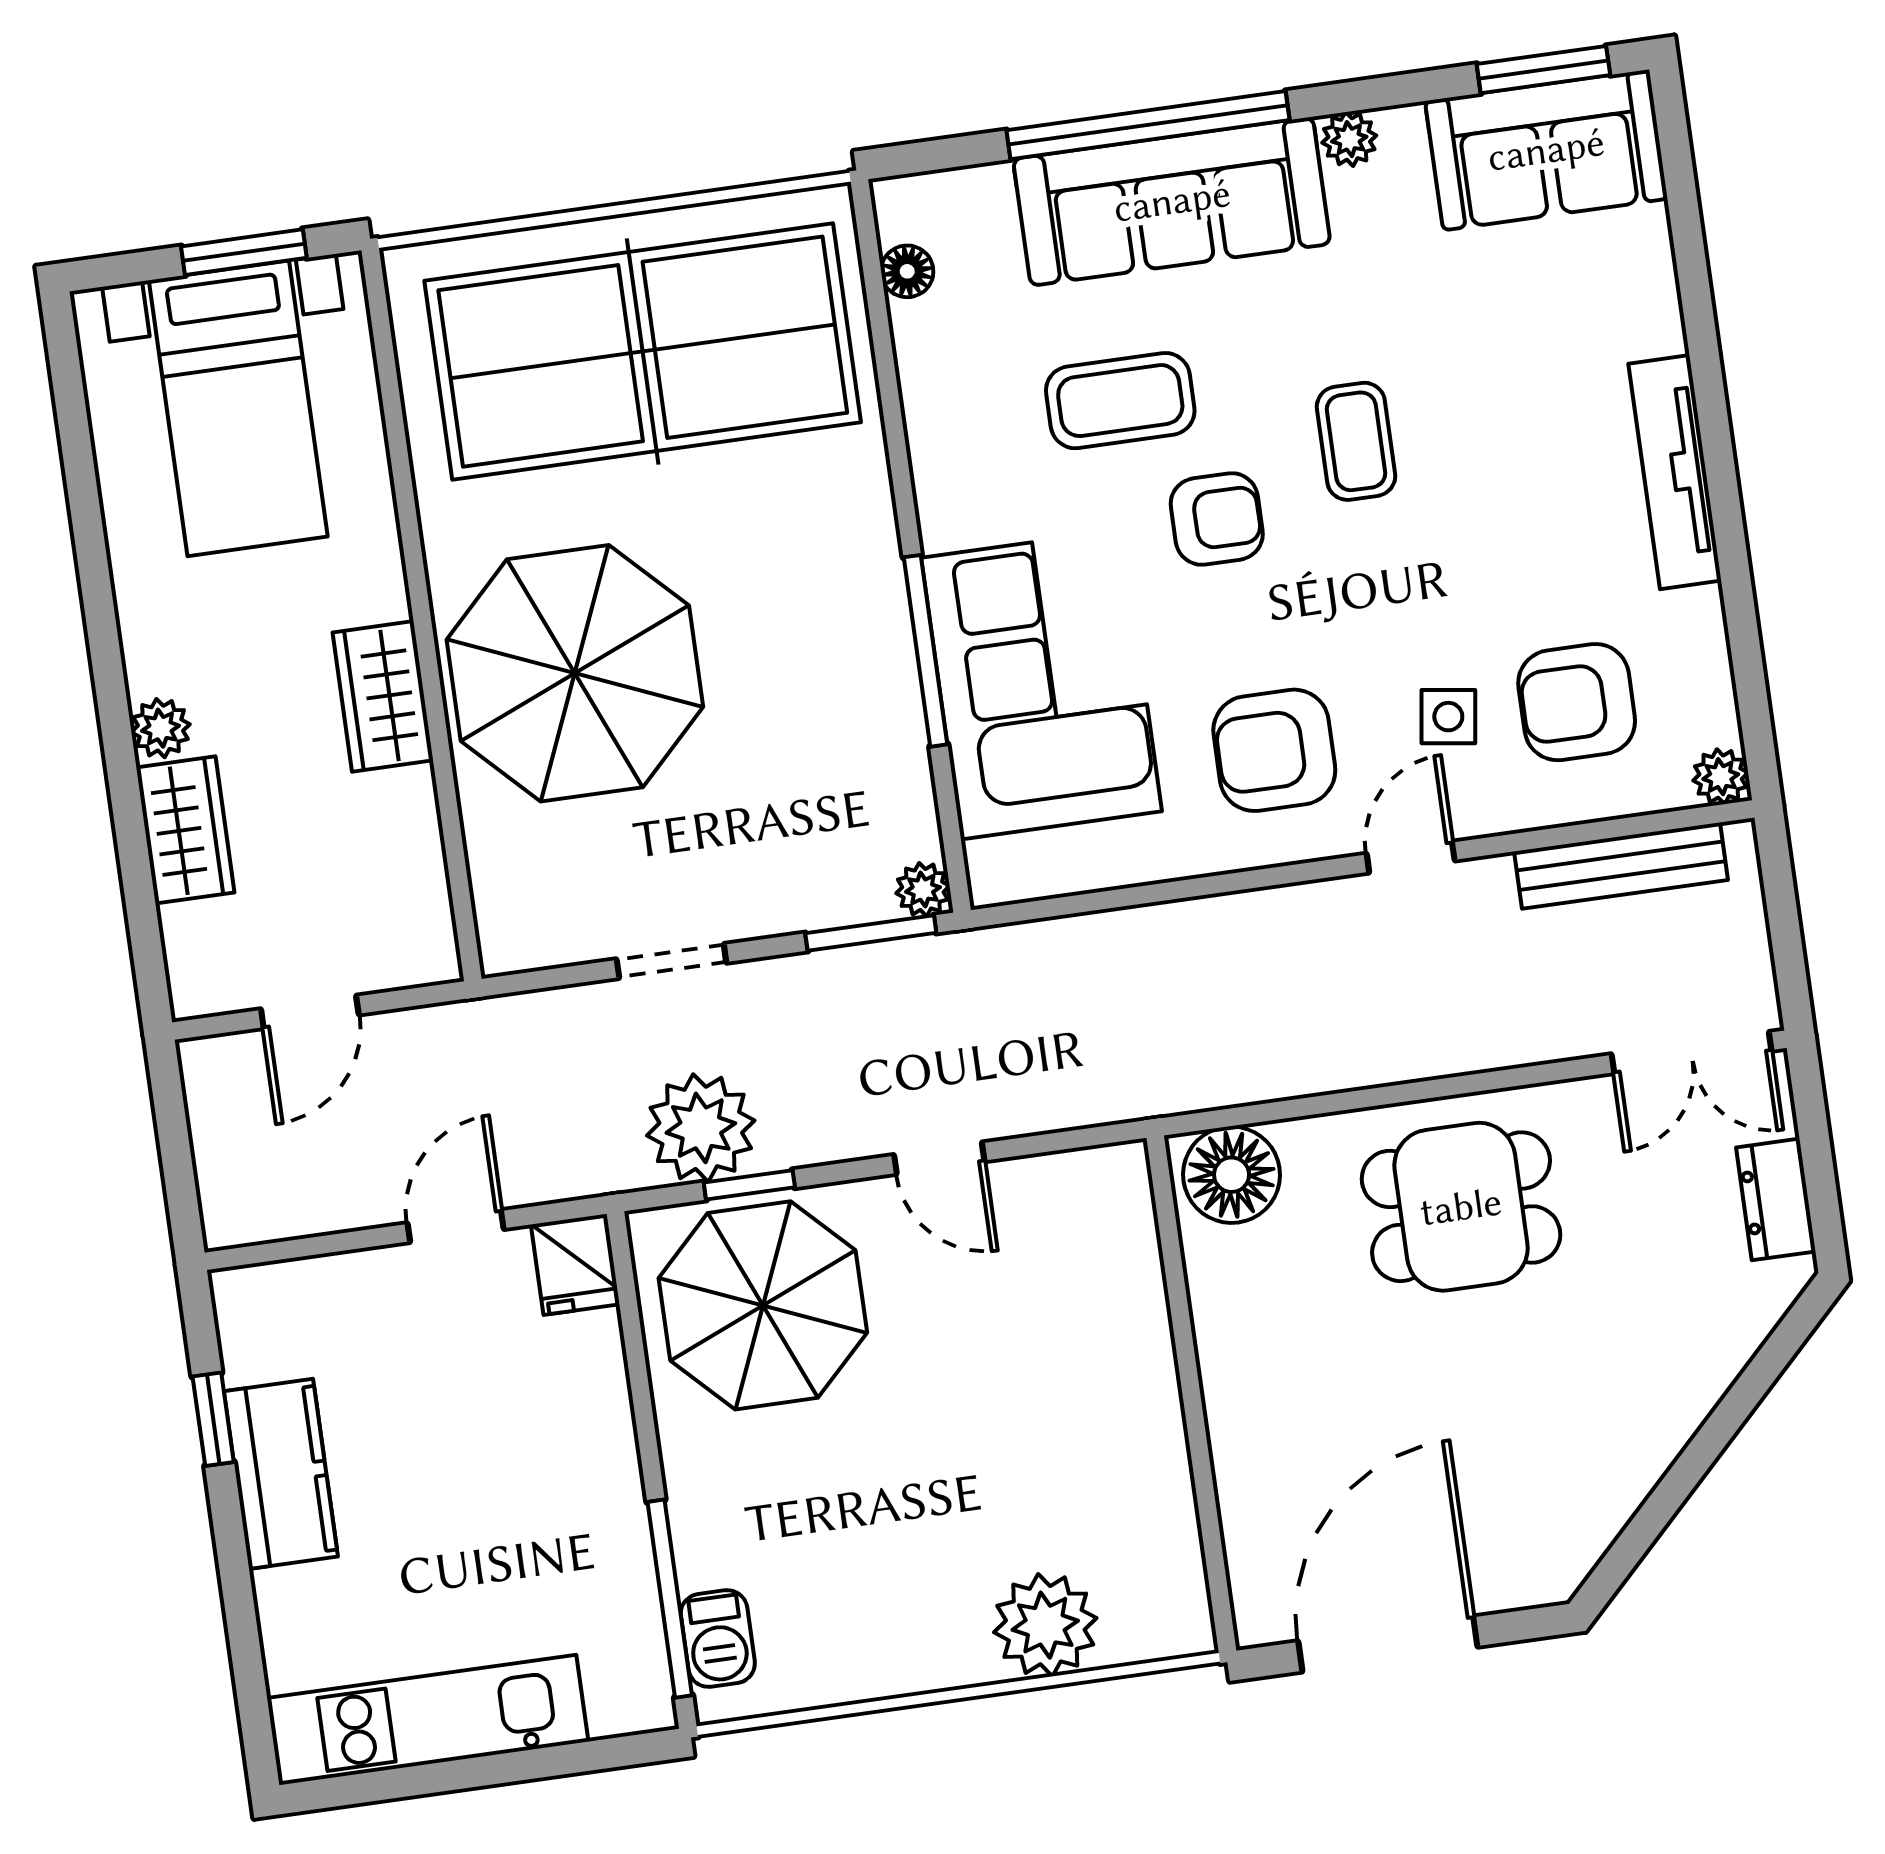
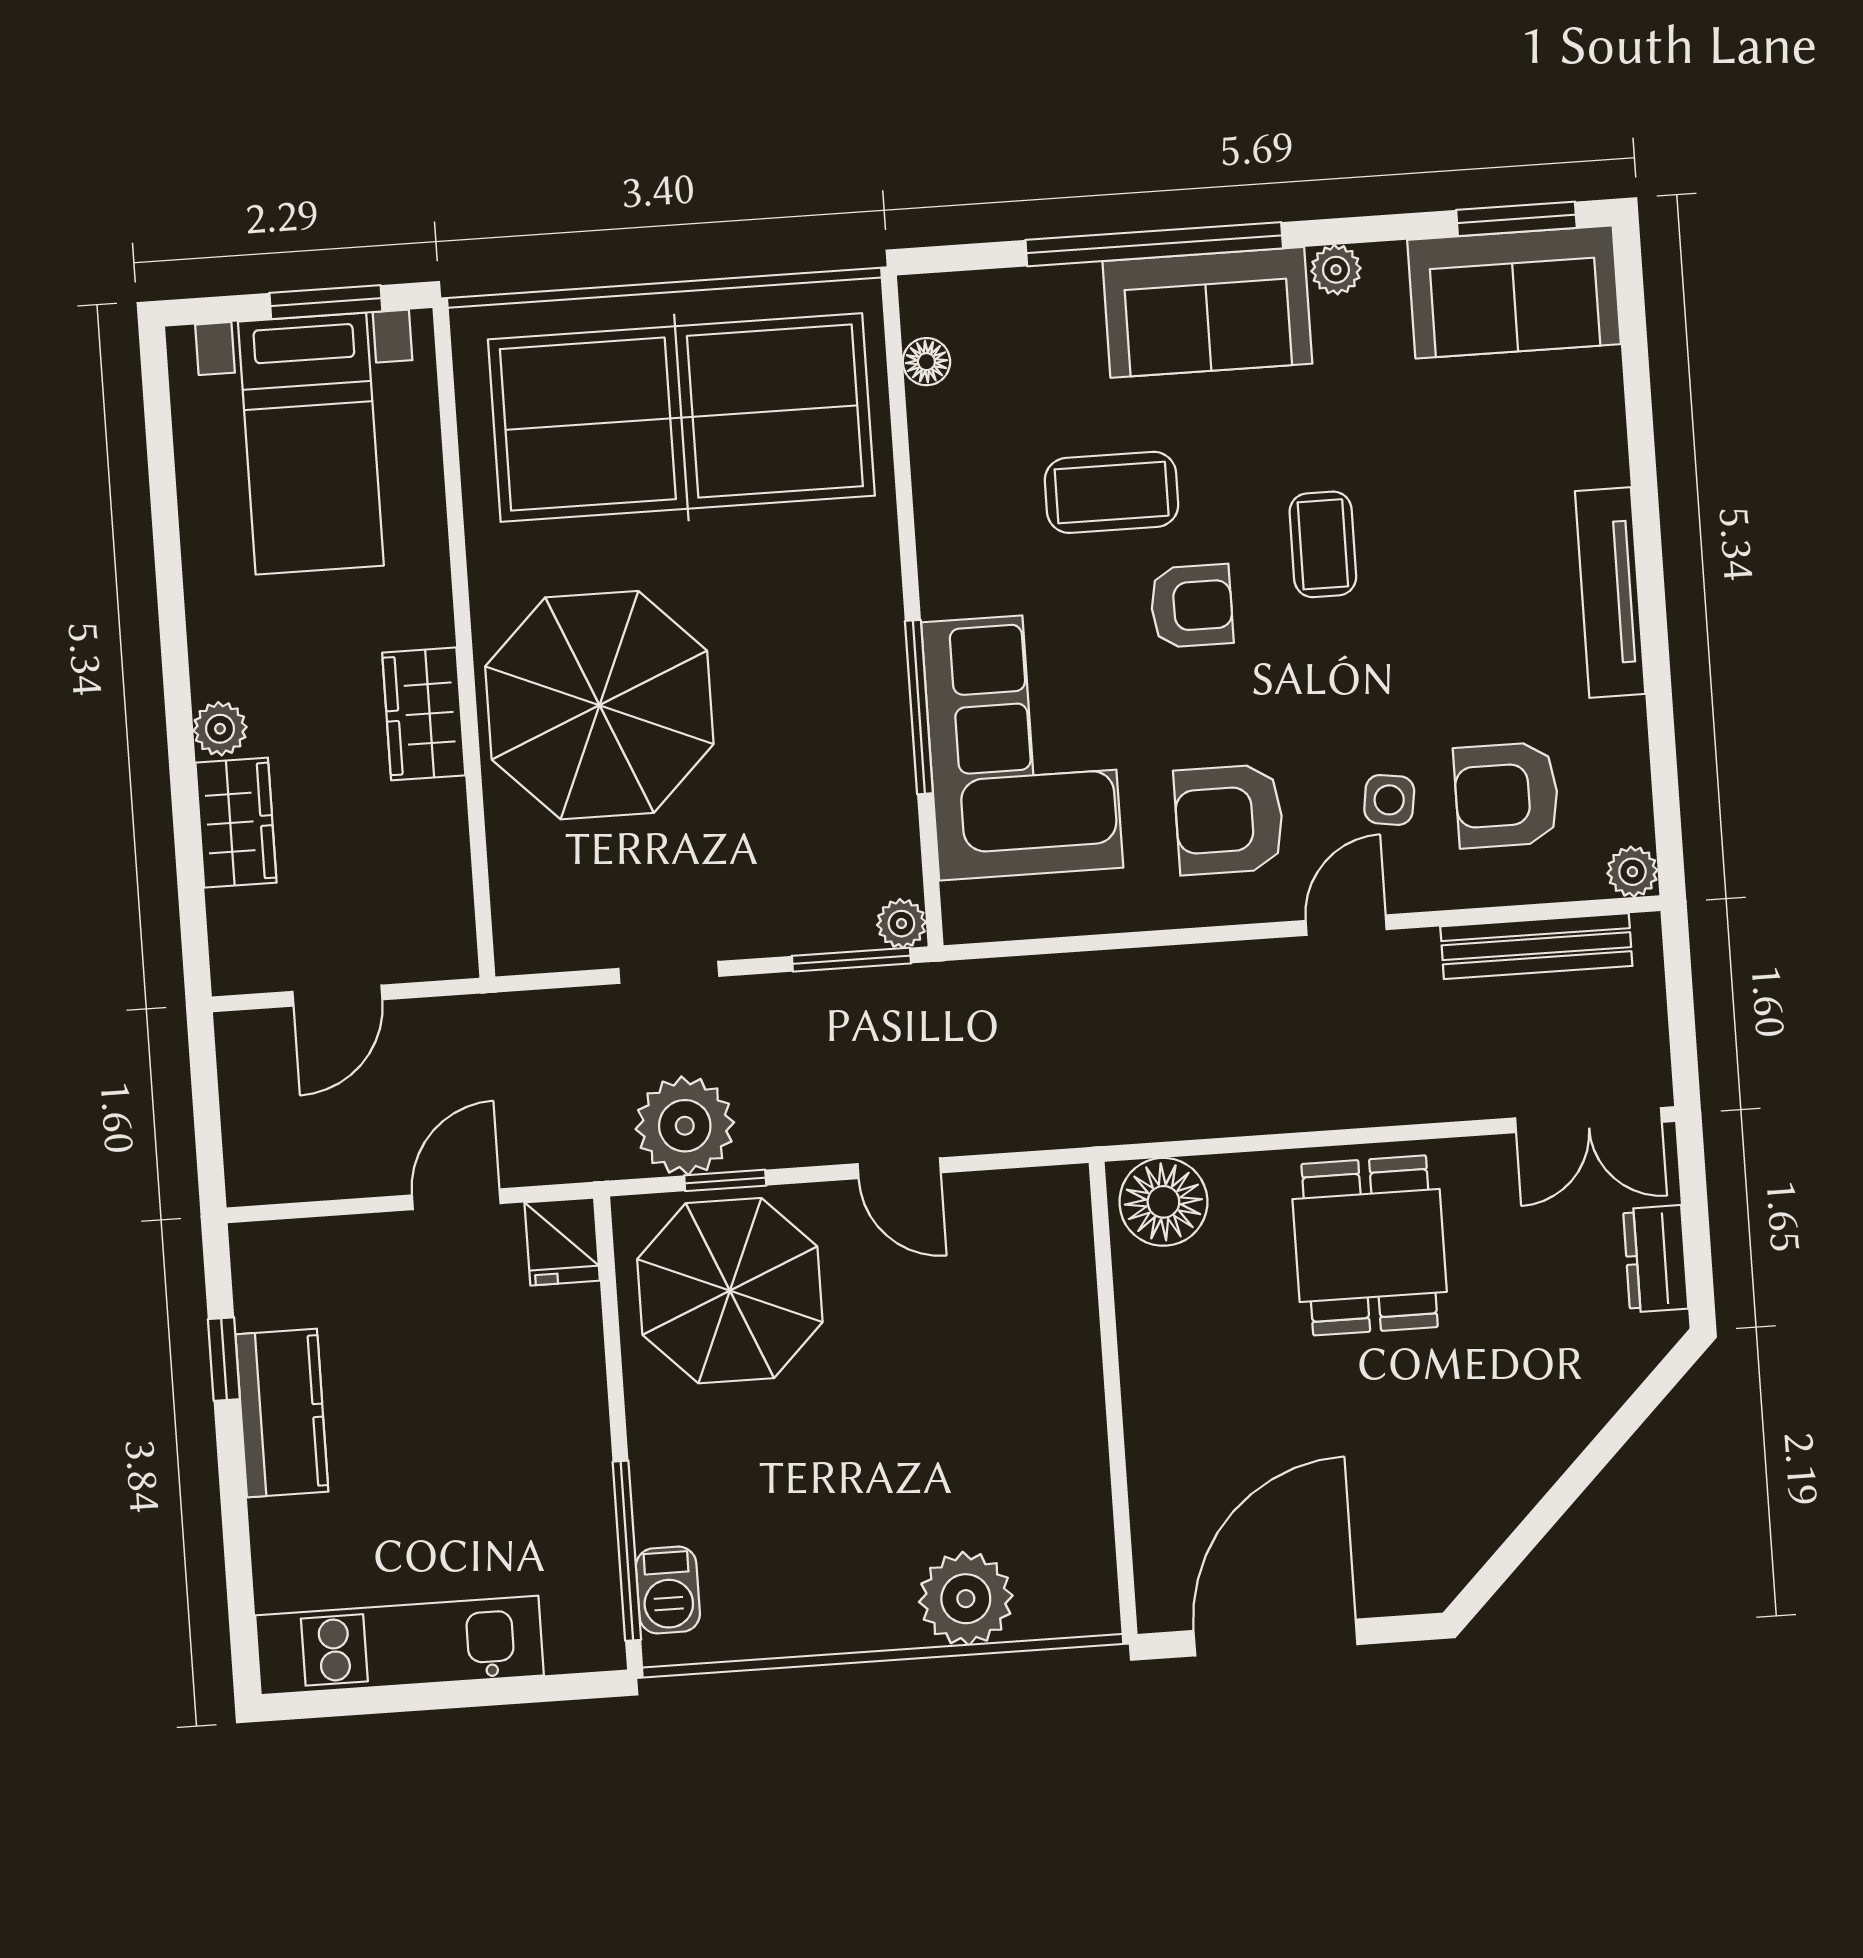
sofa: (1172, 201) -> (1207, 312), width x0.73
dining table: (1461, 1207) -> (1370, 1245), turned 90

